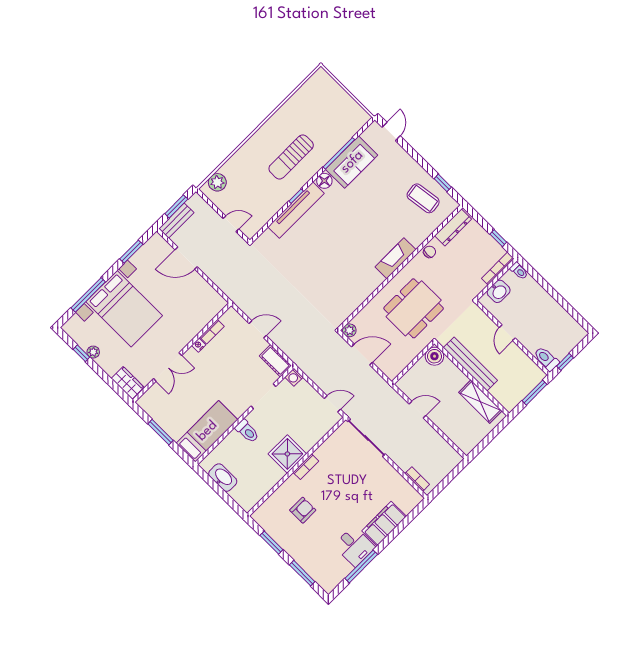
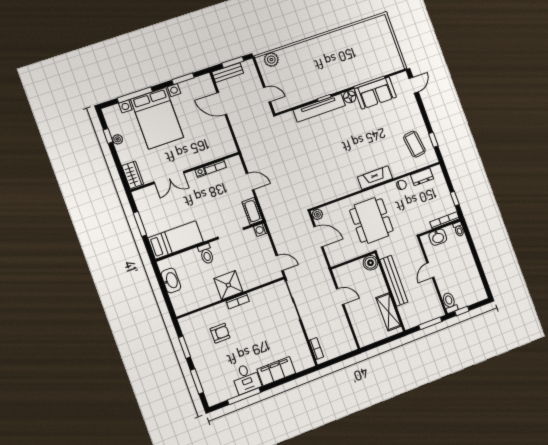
sun lounger: (291, 157) -> (334, 68), removed
dresser: (453, 227) -> (422, 177), width x0.70
dining table: (414, 308) -> (371, 220), turned 90

